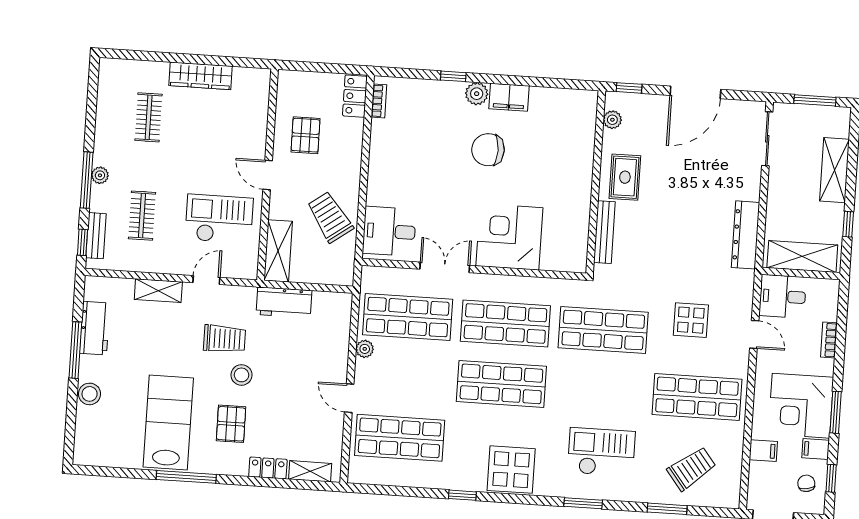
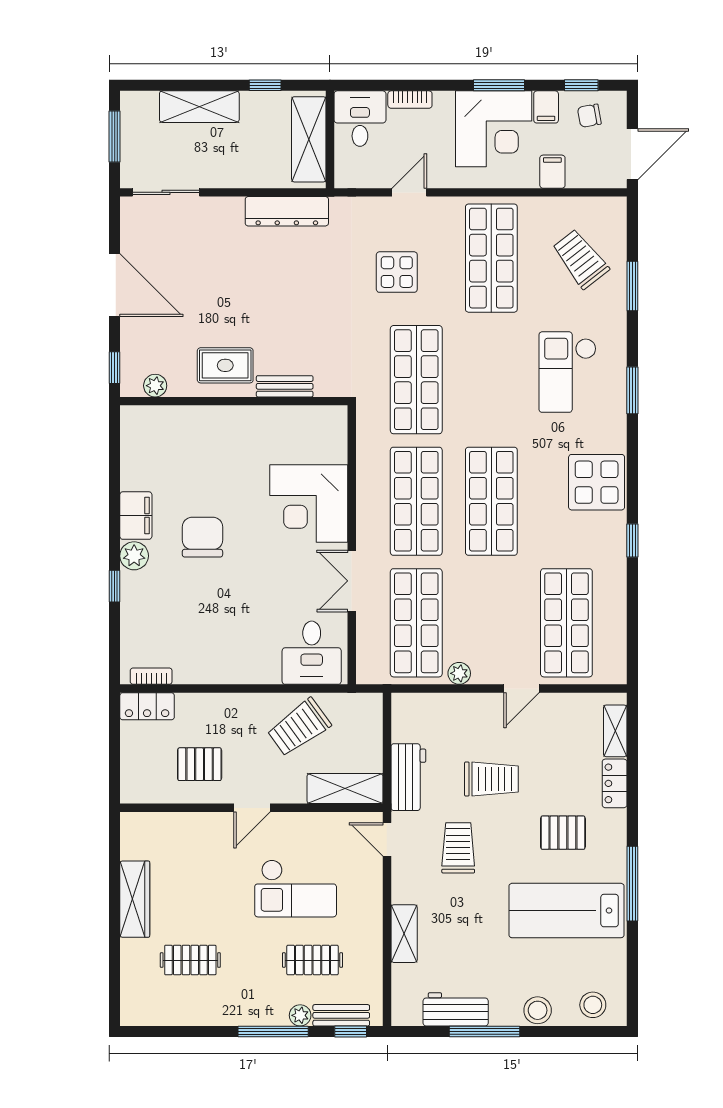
chair: (488, 150) -> (202, 537), turned 180
plant: (100, 175) -> (300, 1015), moved
checkout: (219, 219) -> (296, 888), moved, turned -90
bench: (604, 232) -> (285, 386), width x0.73
door: (206, 280) -> (387, 839), moved
desk: (783, 296) -> (360, 119), moved, turned 180
trolley: (278, 369) -> (491, 779), added
stool: (242, 375) -> (593, 1005), moved

